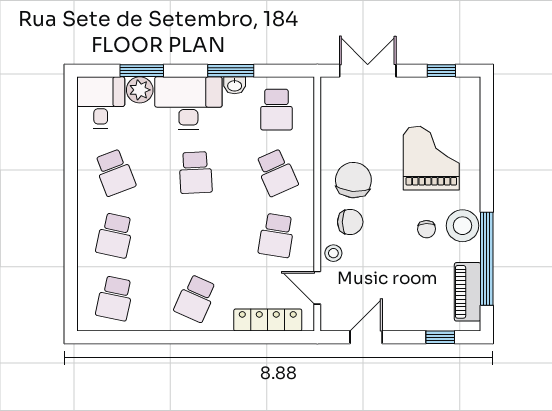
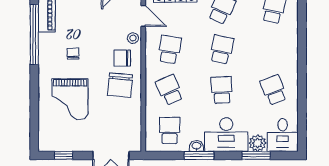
stool: (463, 226) -> (50, 56), removed
school desk: (115, 235) -> (222, 49), moved

